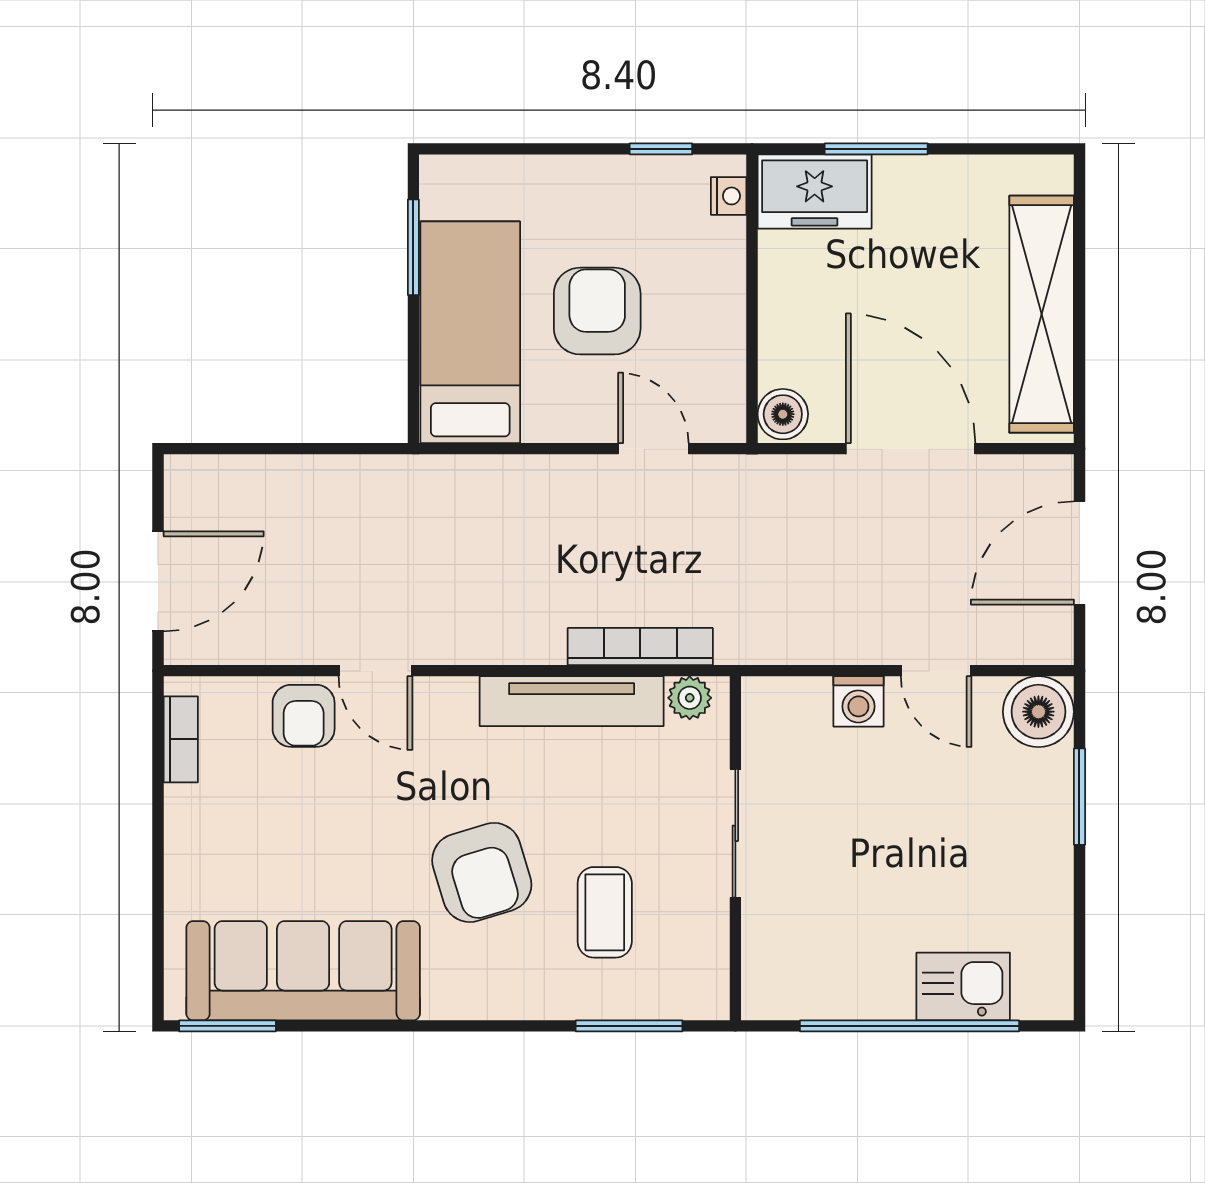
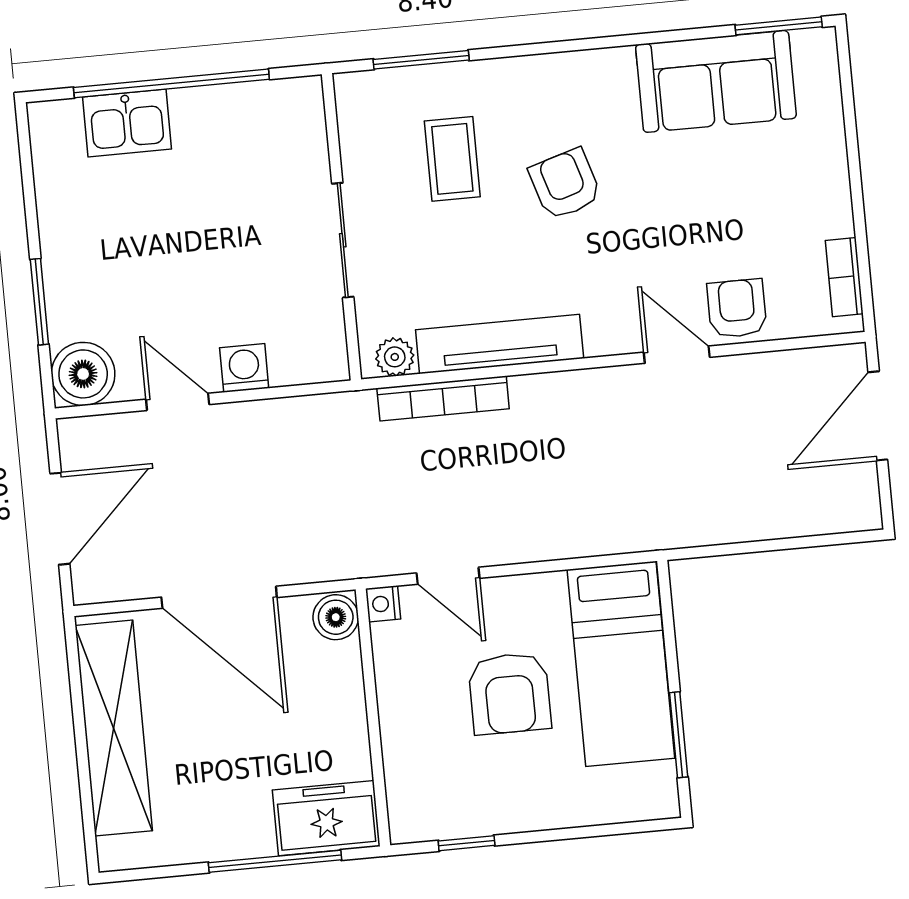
window: (876, 149) -> (275, 861), width x1.44
nightstand: (729, 196) -> (383, 604), moved
armchair: (482, 872) -> (565, 184), width x0.72, depth x0.72
sofa: (303, 971) -> (716, 81), width x0.73

